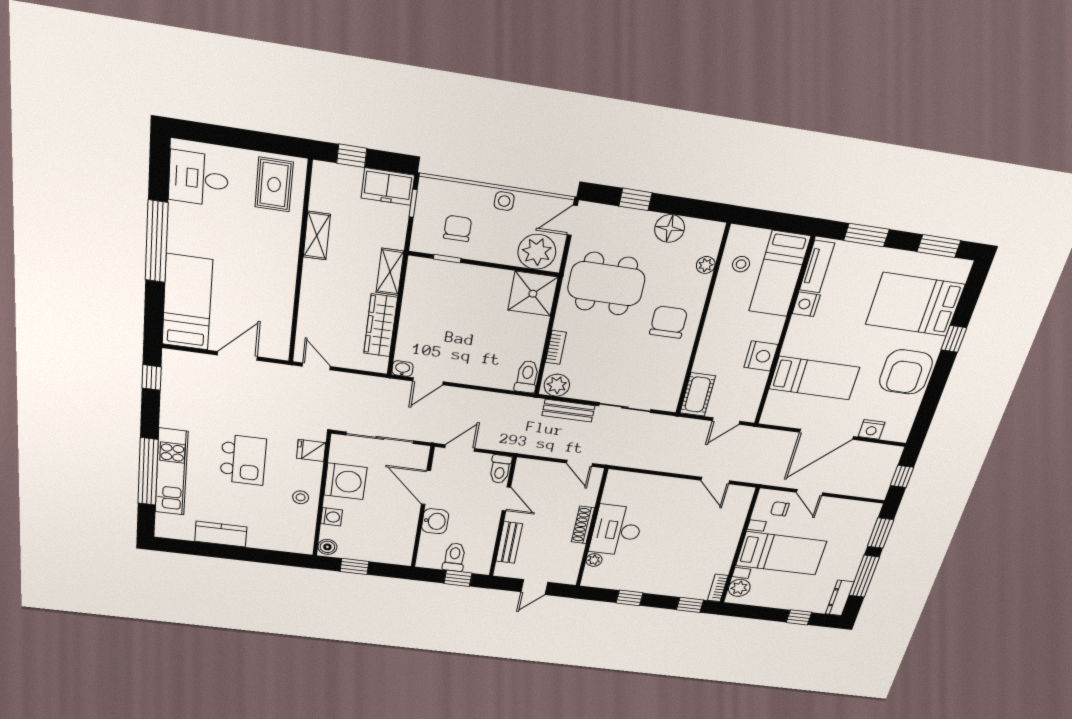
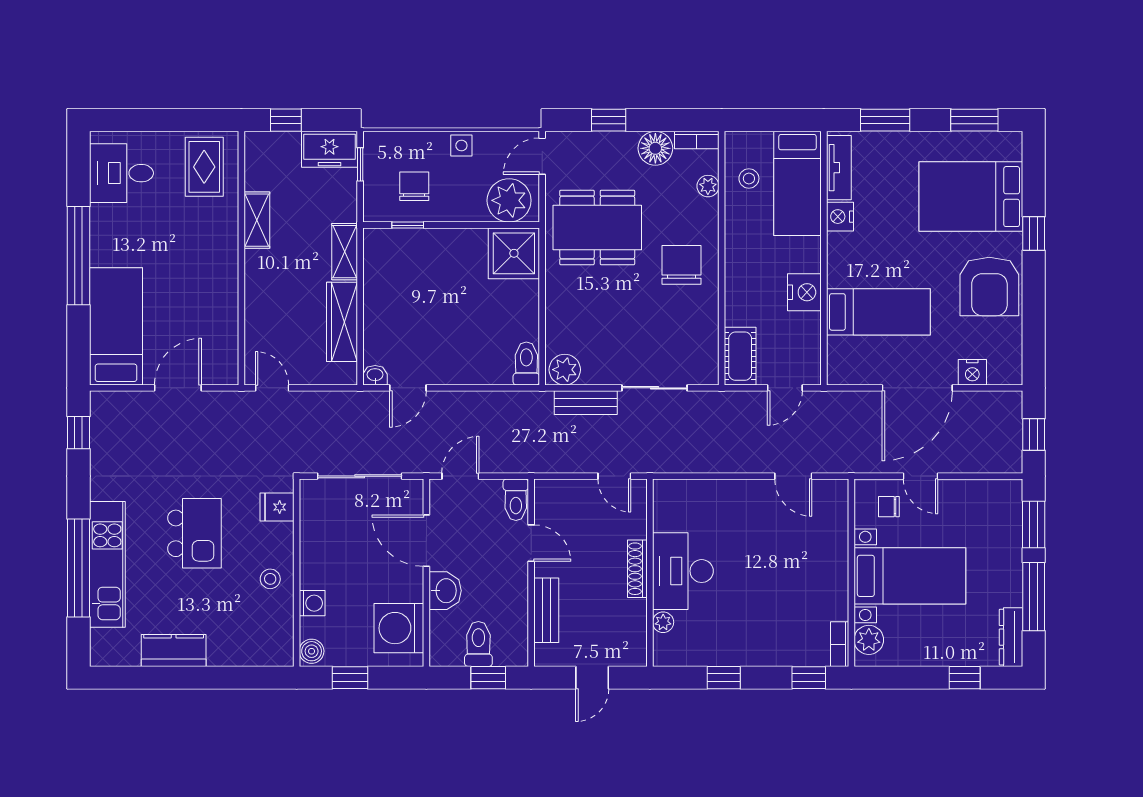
bookcase: (556, 347) -> (697, 140), moved, turned 90
washing machine: (345, 481) -> (399, 628), moved, turned 180

